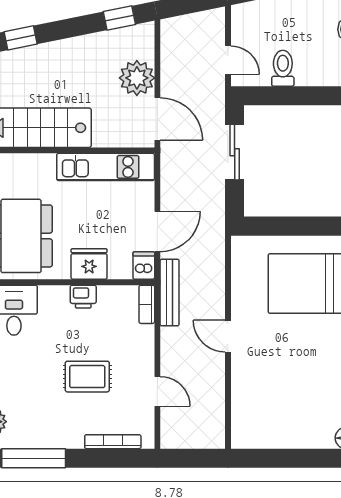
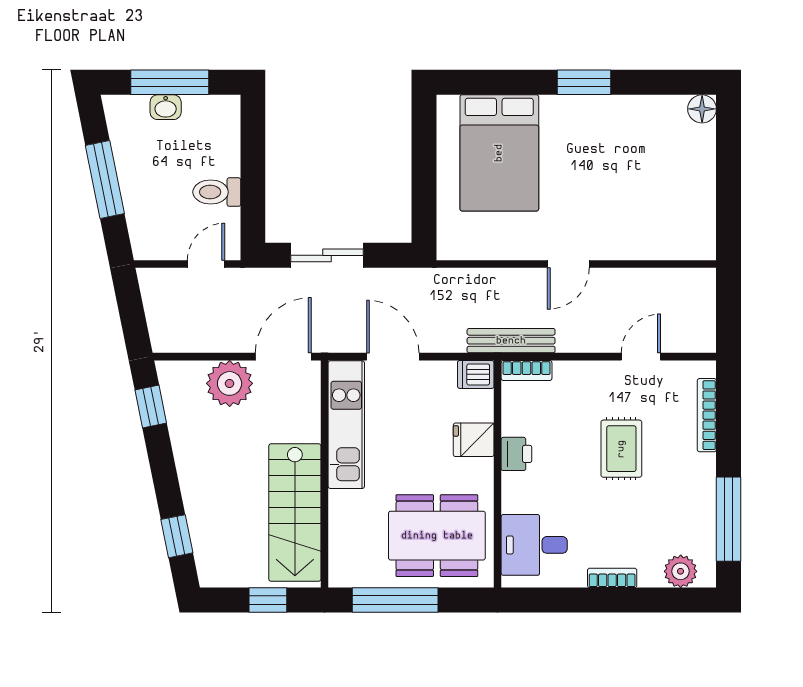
door: (157, 232) -> (393, 357), moved
fridge: (89, 264) -> (474, 440), width x0.72

